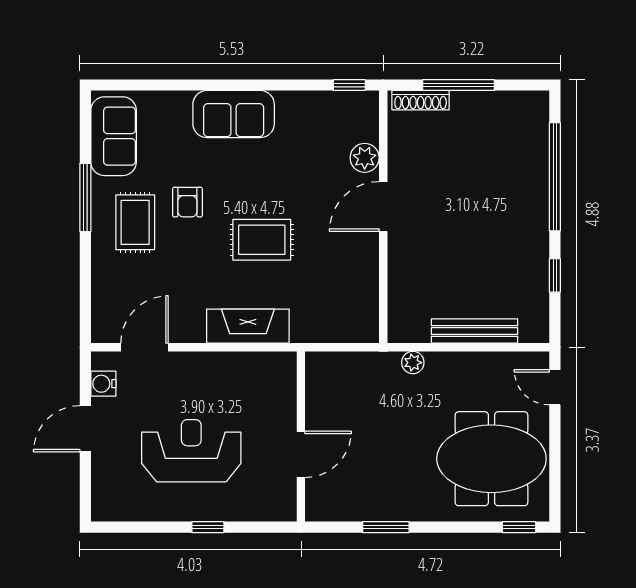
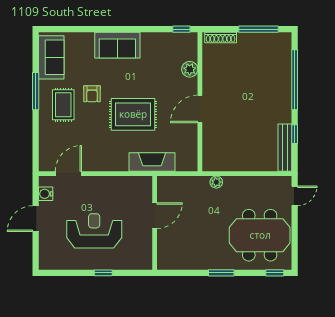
window: (458, 85) -> (259, 29), moved
door: (383, 206) -> (200, 109), moved
rug: (262, 240) -> (133, 114), width x1.36, depth x1.43
fireplace: (248, 326) -> (152, 162), moved
bench: (475, 331) -> (285, 148), moved, turned 90
door: (555, 387) -> (295, 196), swing flipped
door: (301, 454) -> (155, 216), moved
window: (386, 527) -> (221, 273), moved

